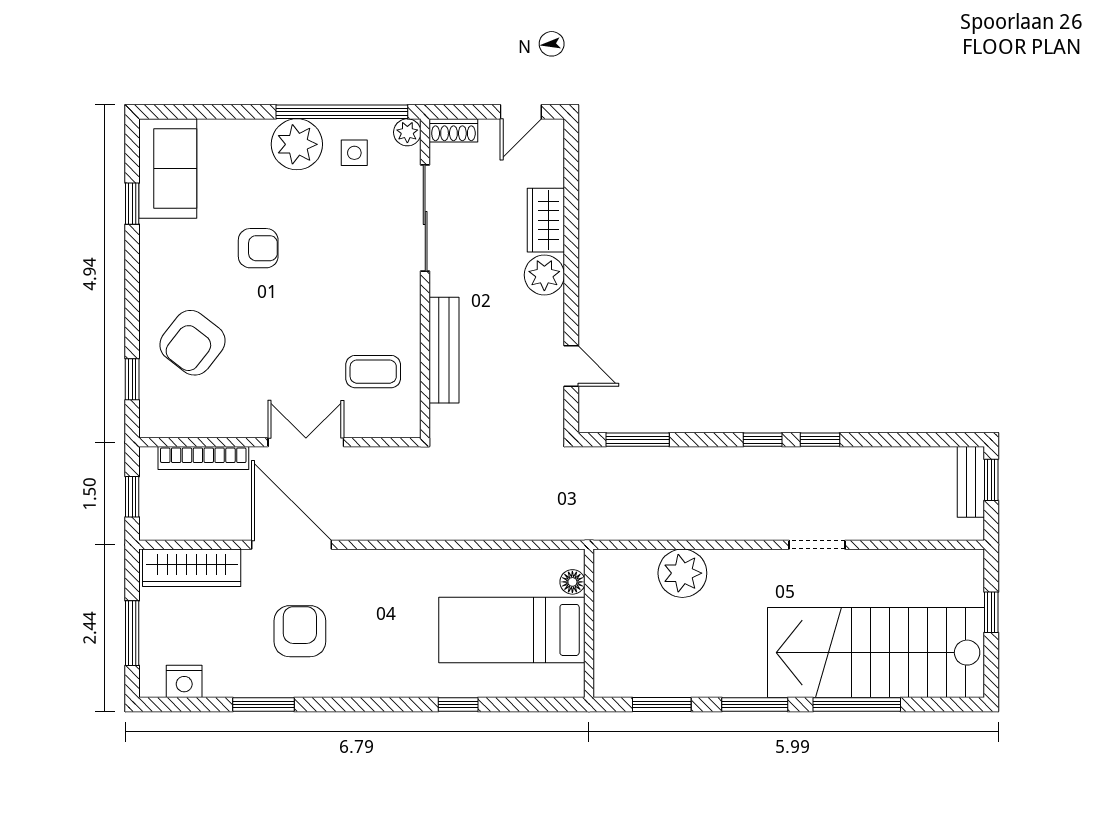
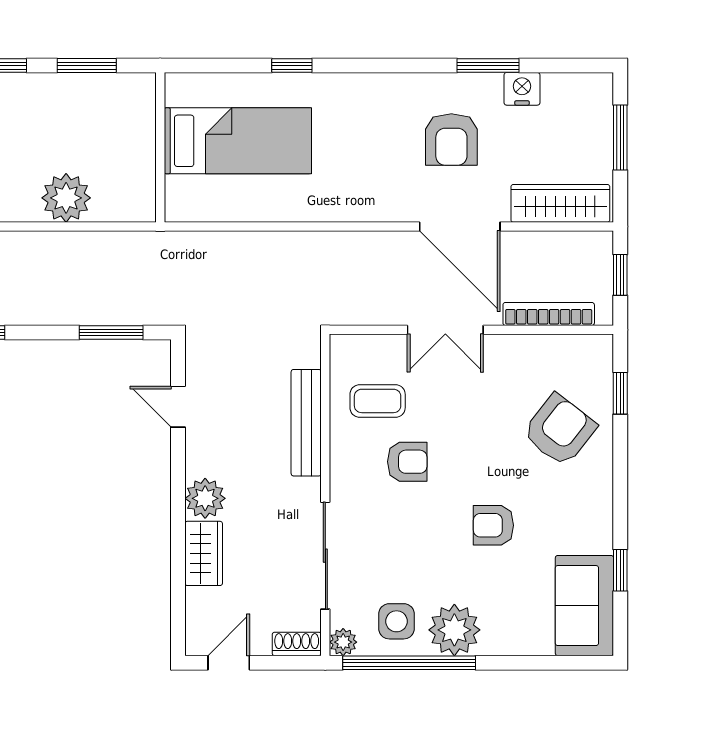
side table: (354, 153) -> (396, 621), width x1.37, depth x1.37
armchair: (344, 311) -> (407, 462), added
floor lamp: (572, 582) -> (177, 189), removed
nightstand: (184, 681) -> (522, 89), moved

